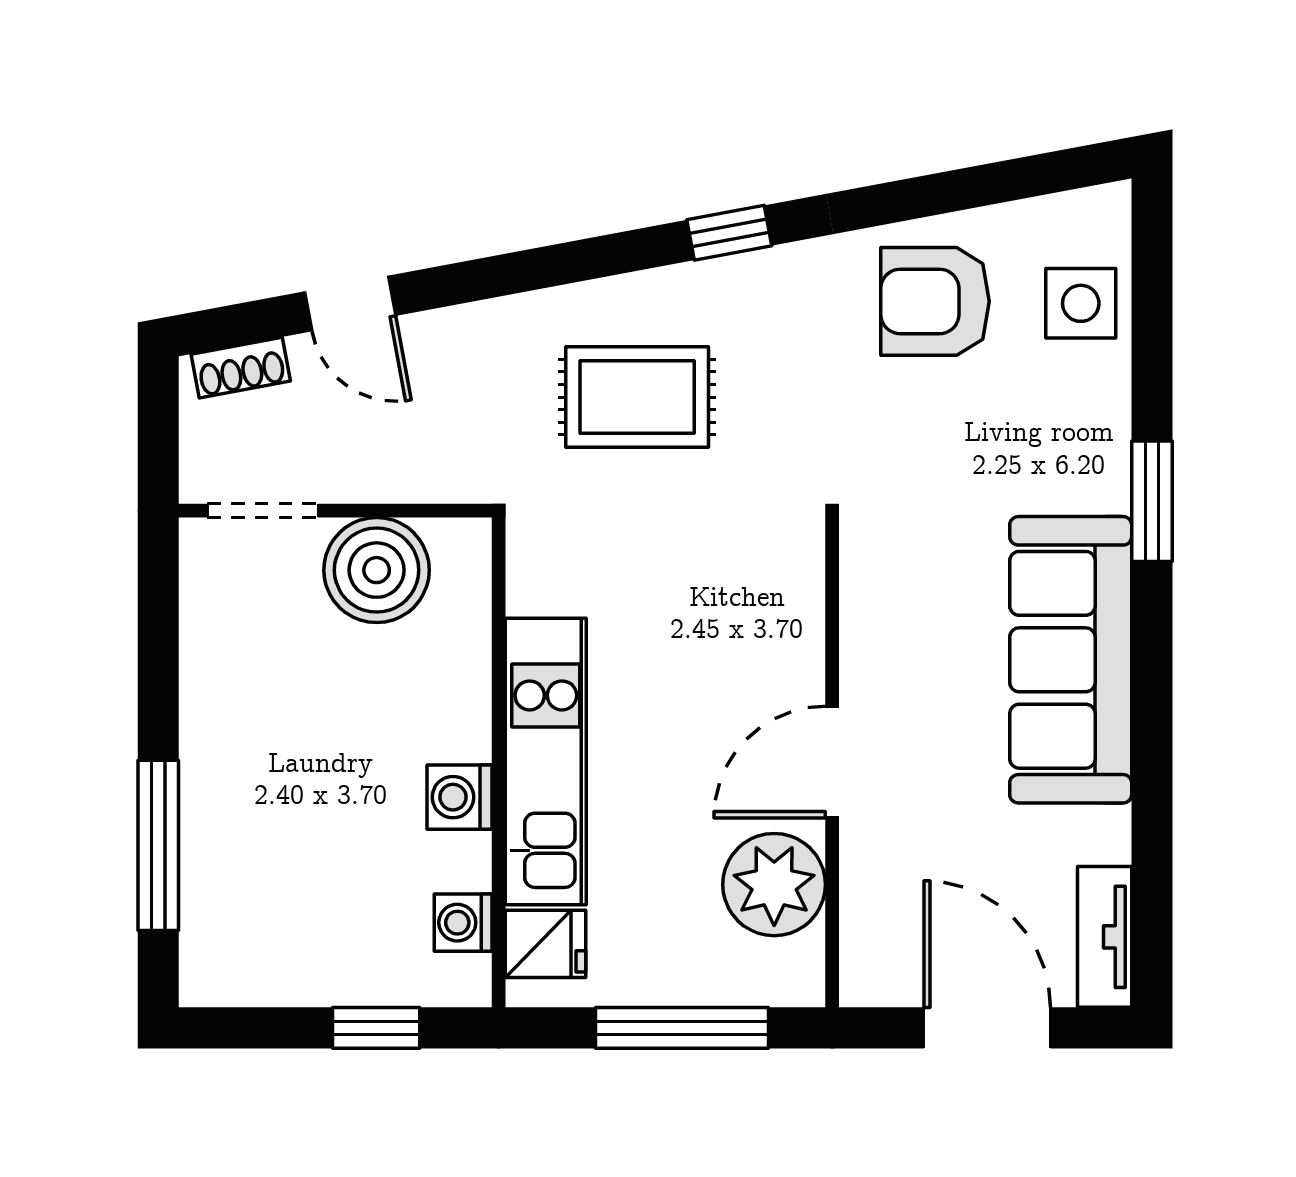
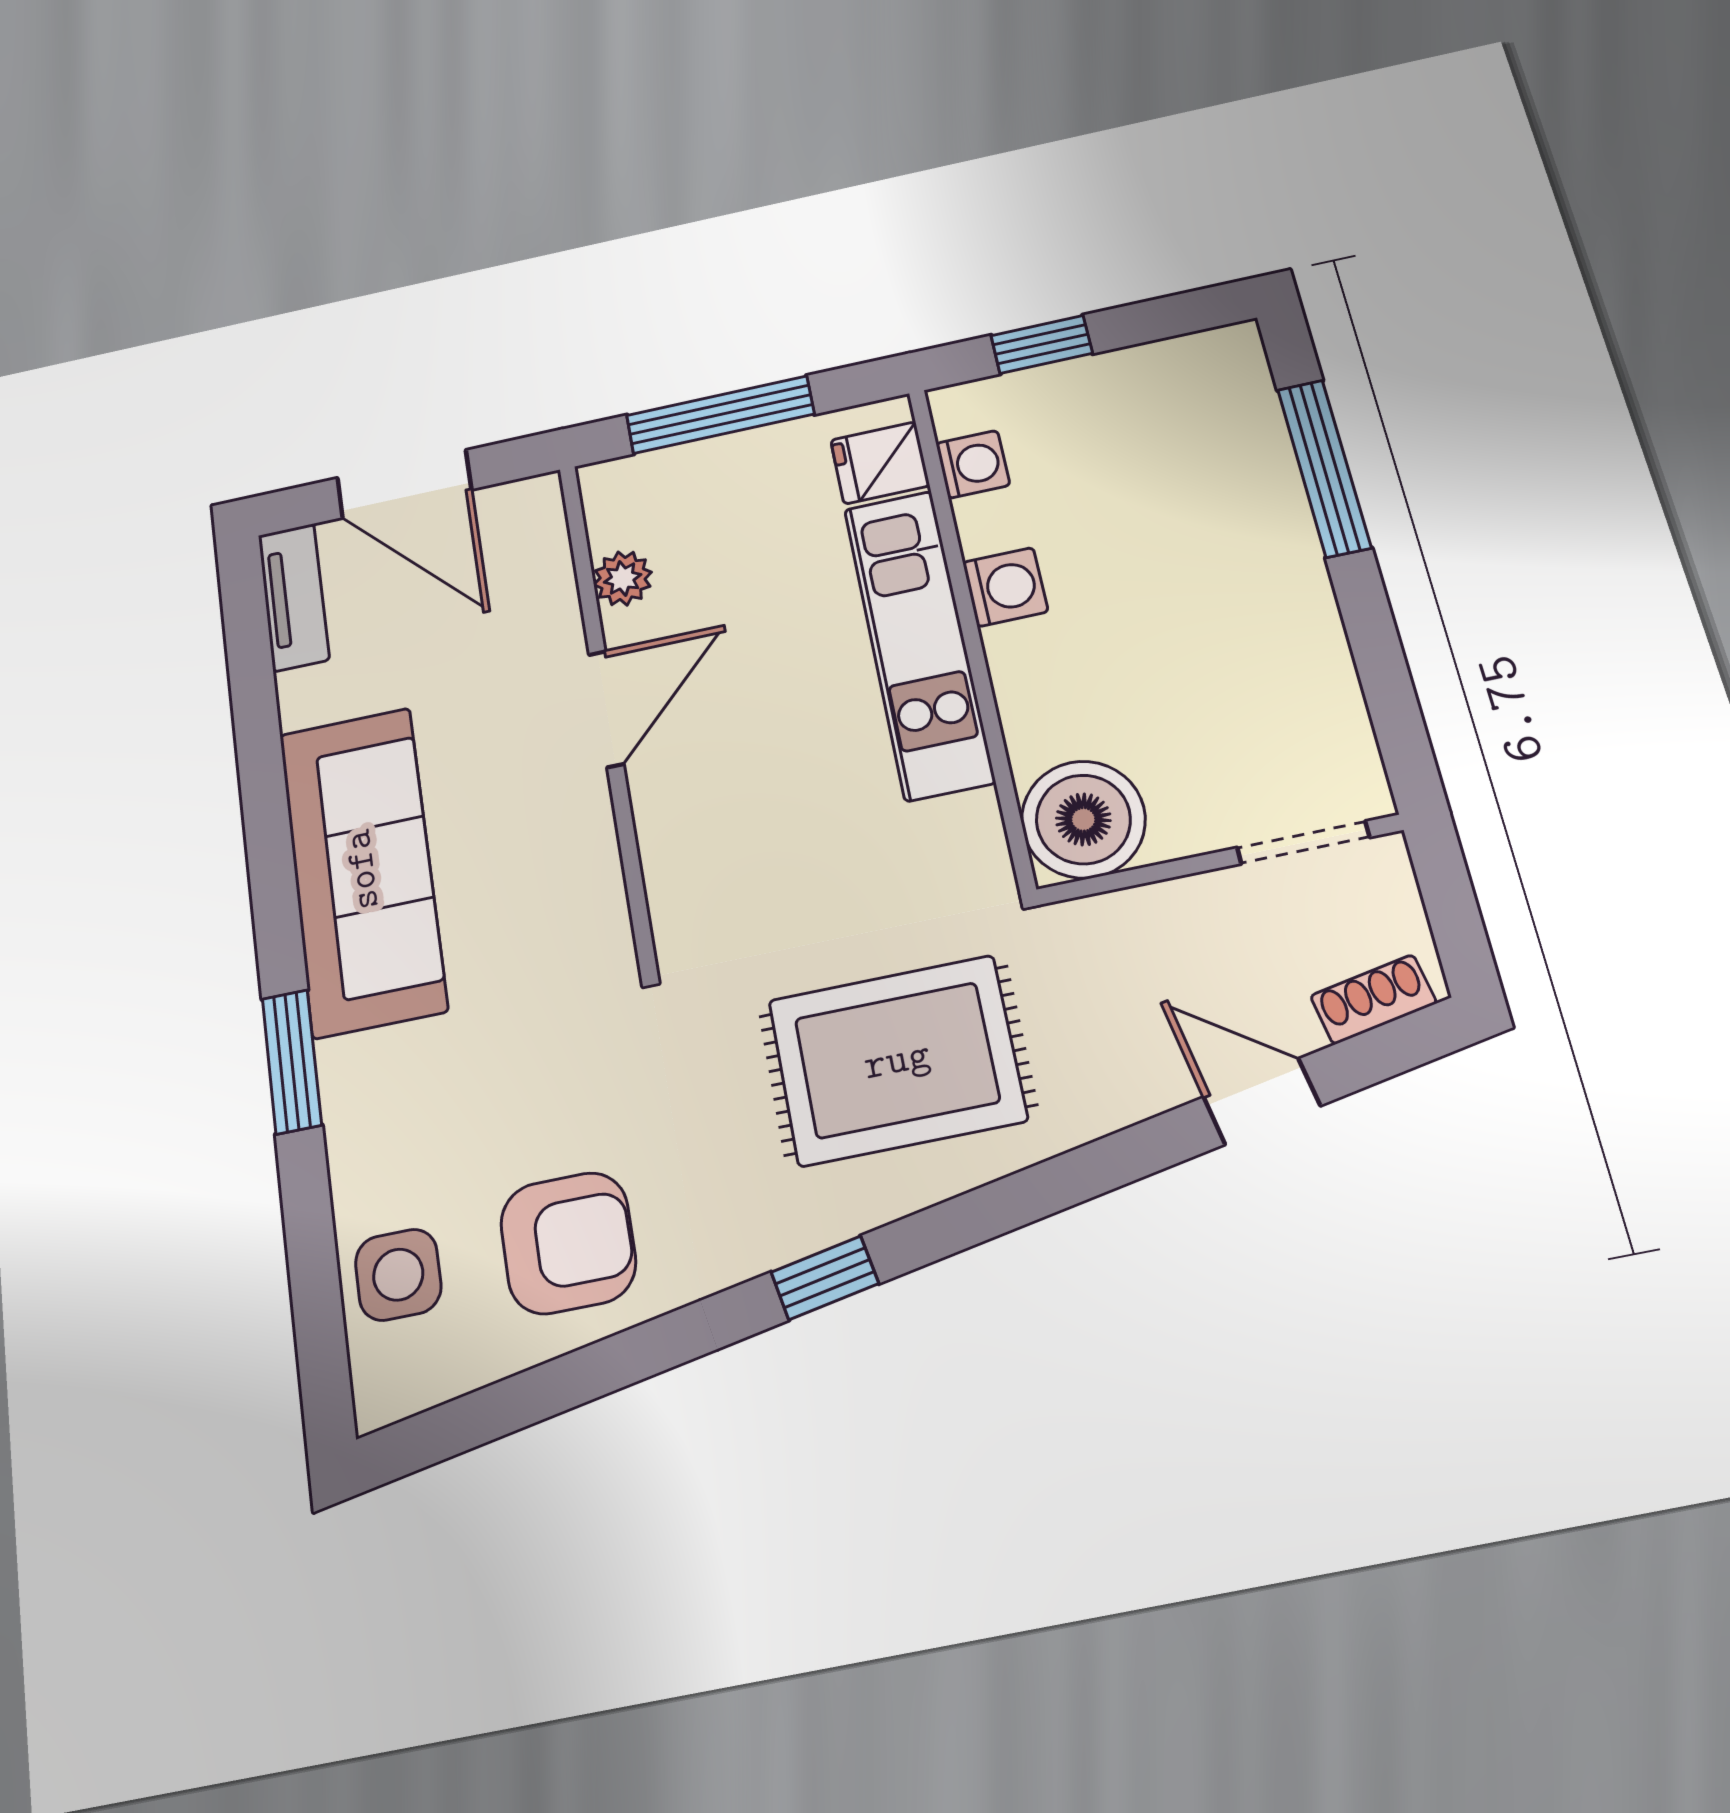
rug: (637, 397) -> (897, 1060), width x1.36, depth x1.43
boiler: (377, 570) -> (1083, 819), moved
plant: (774, 885) -> (623, 578), width x0.53, depth x0.53

